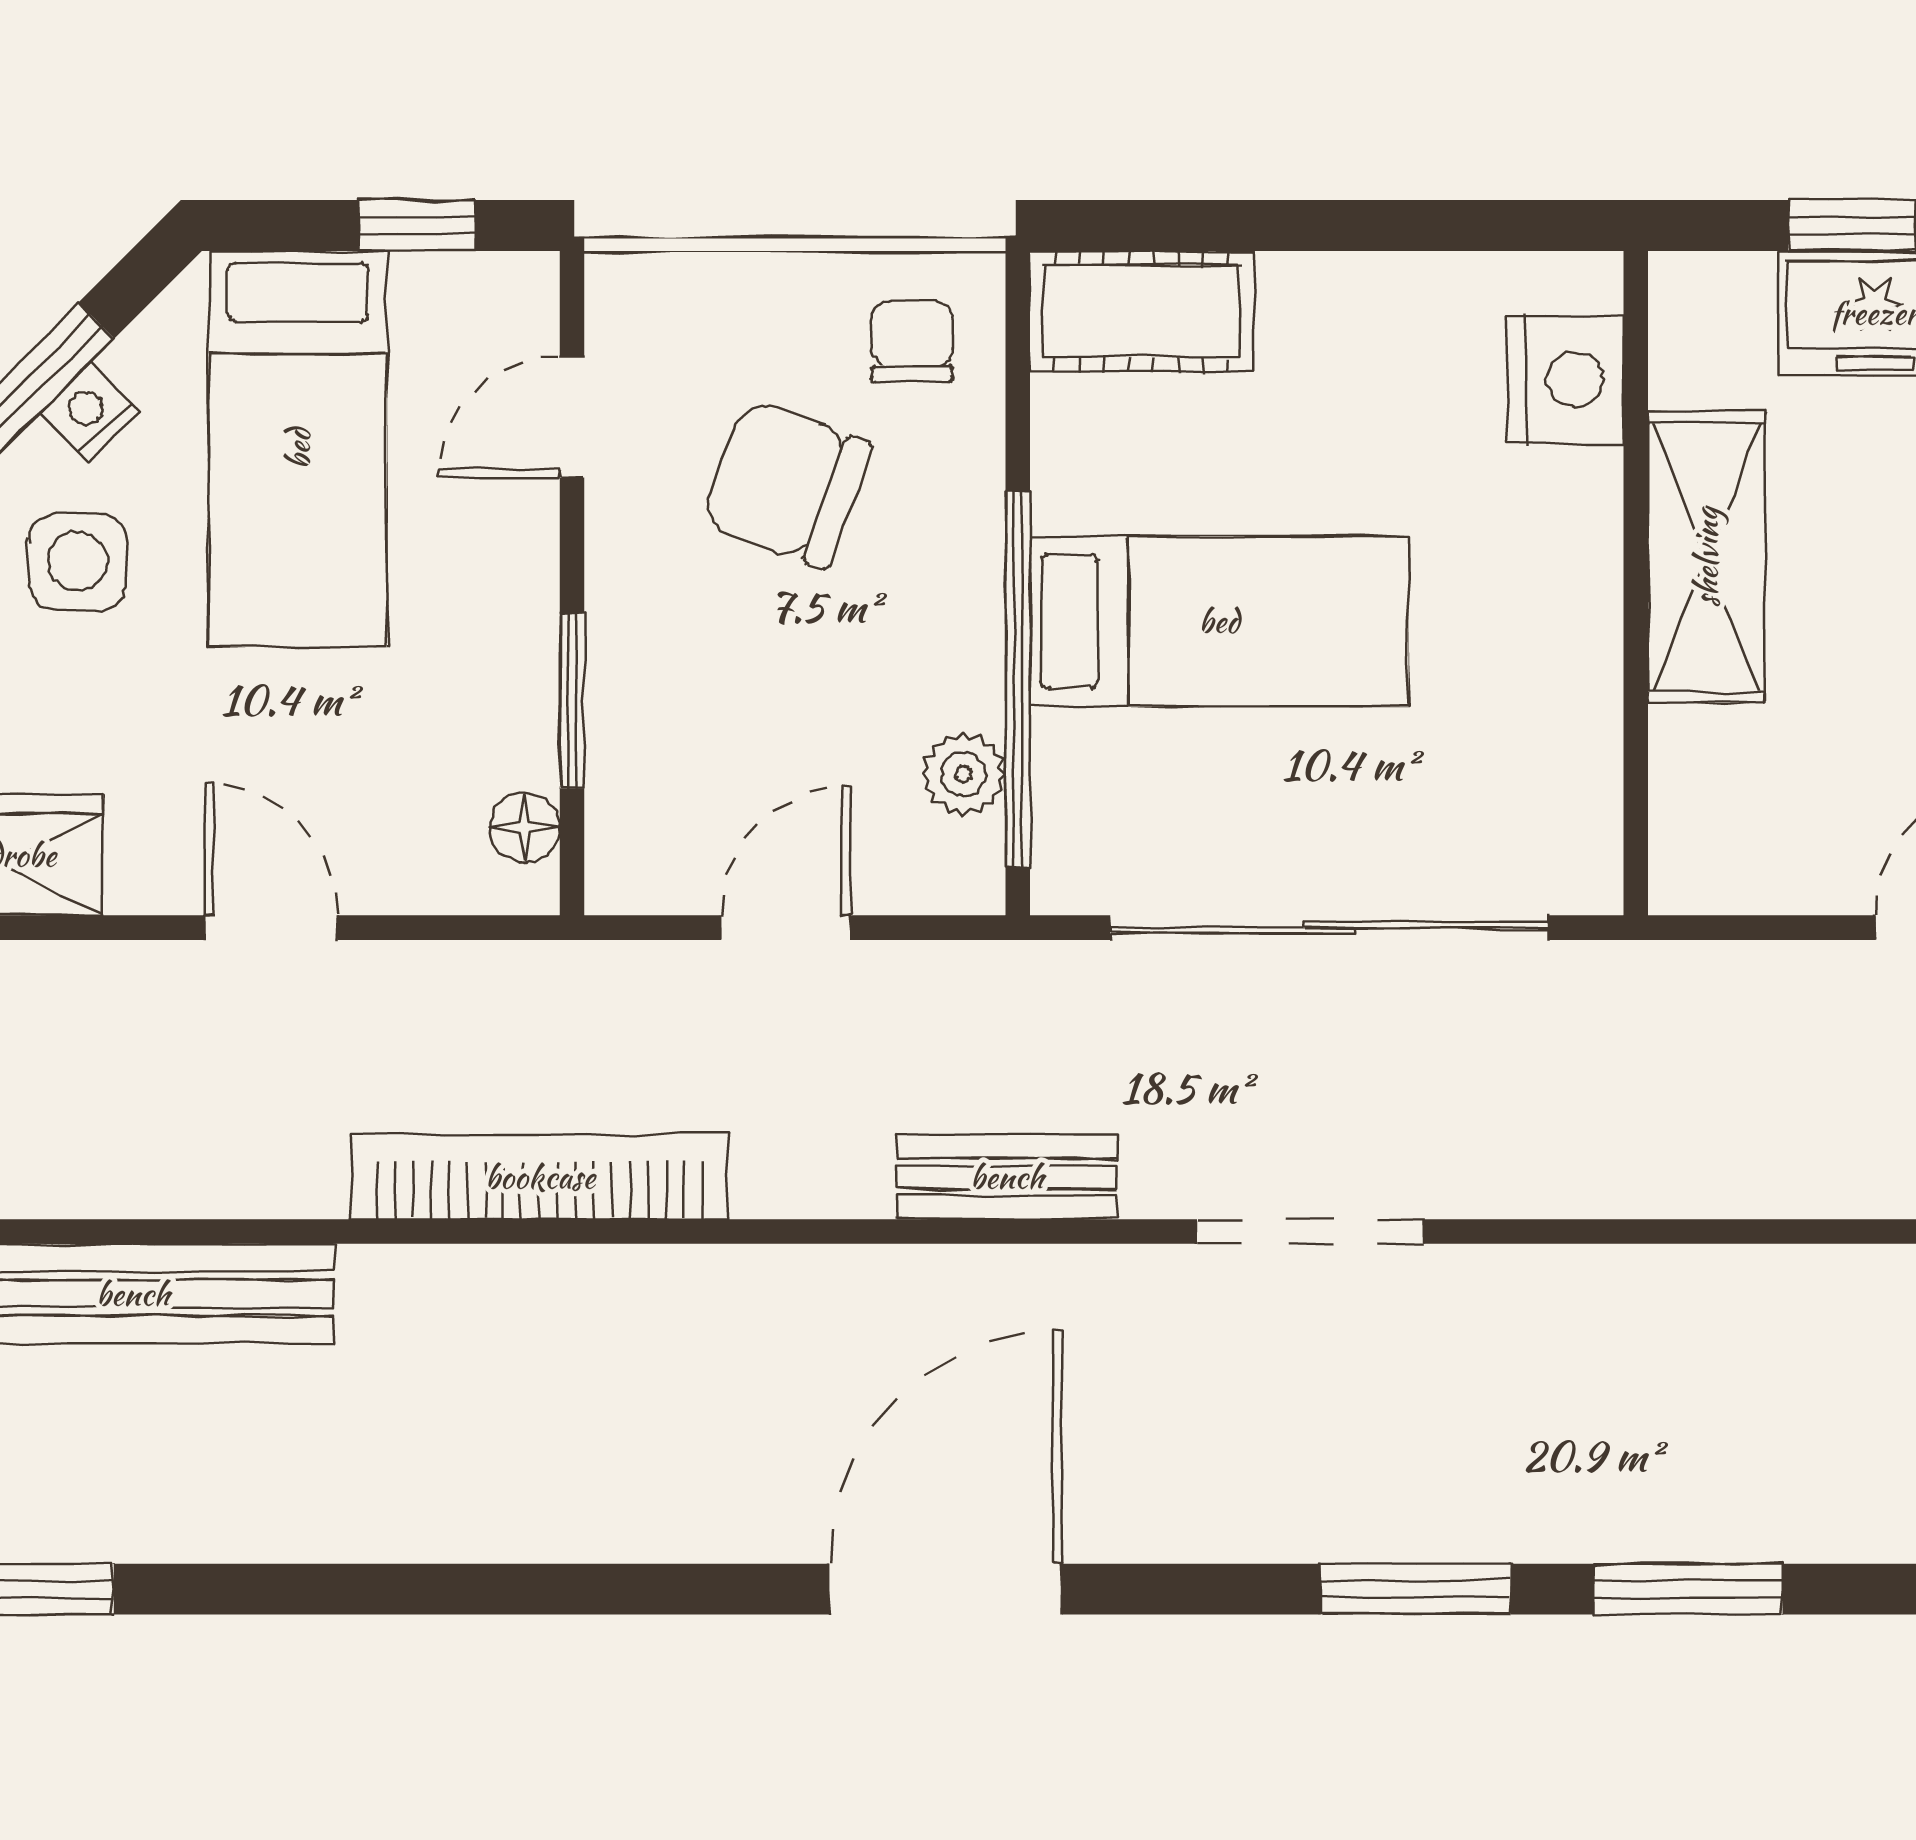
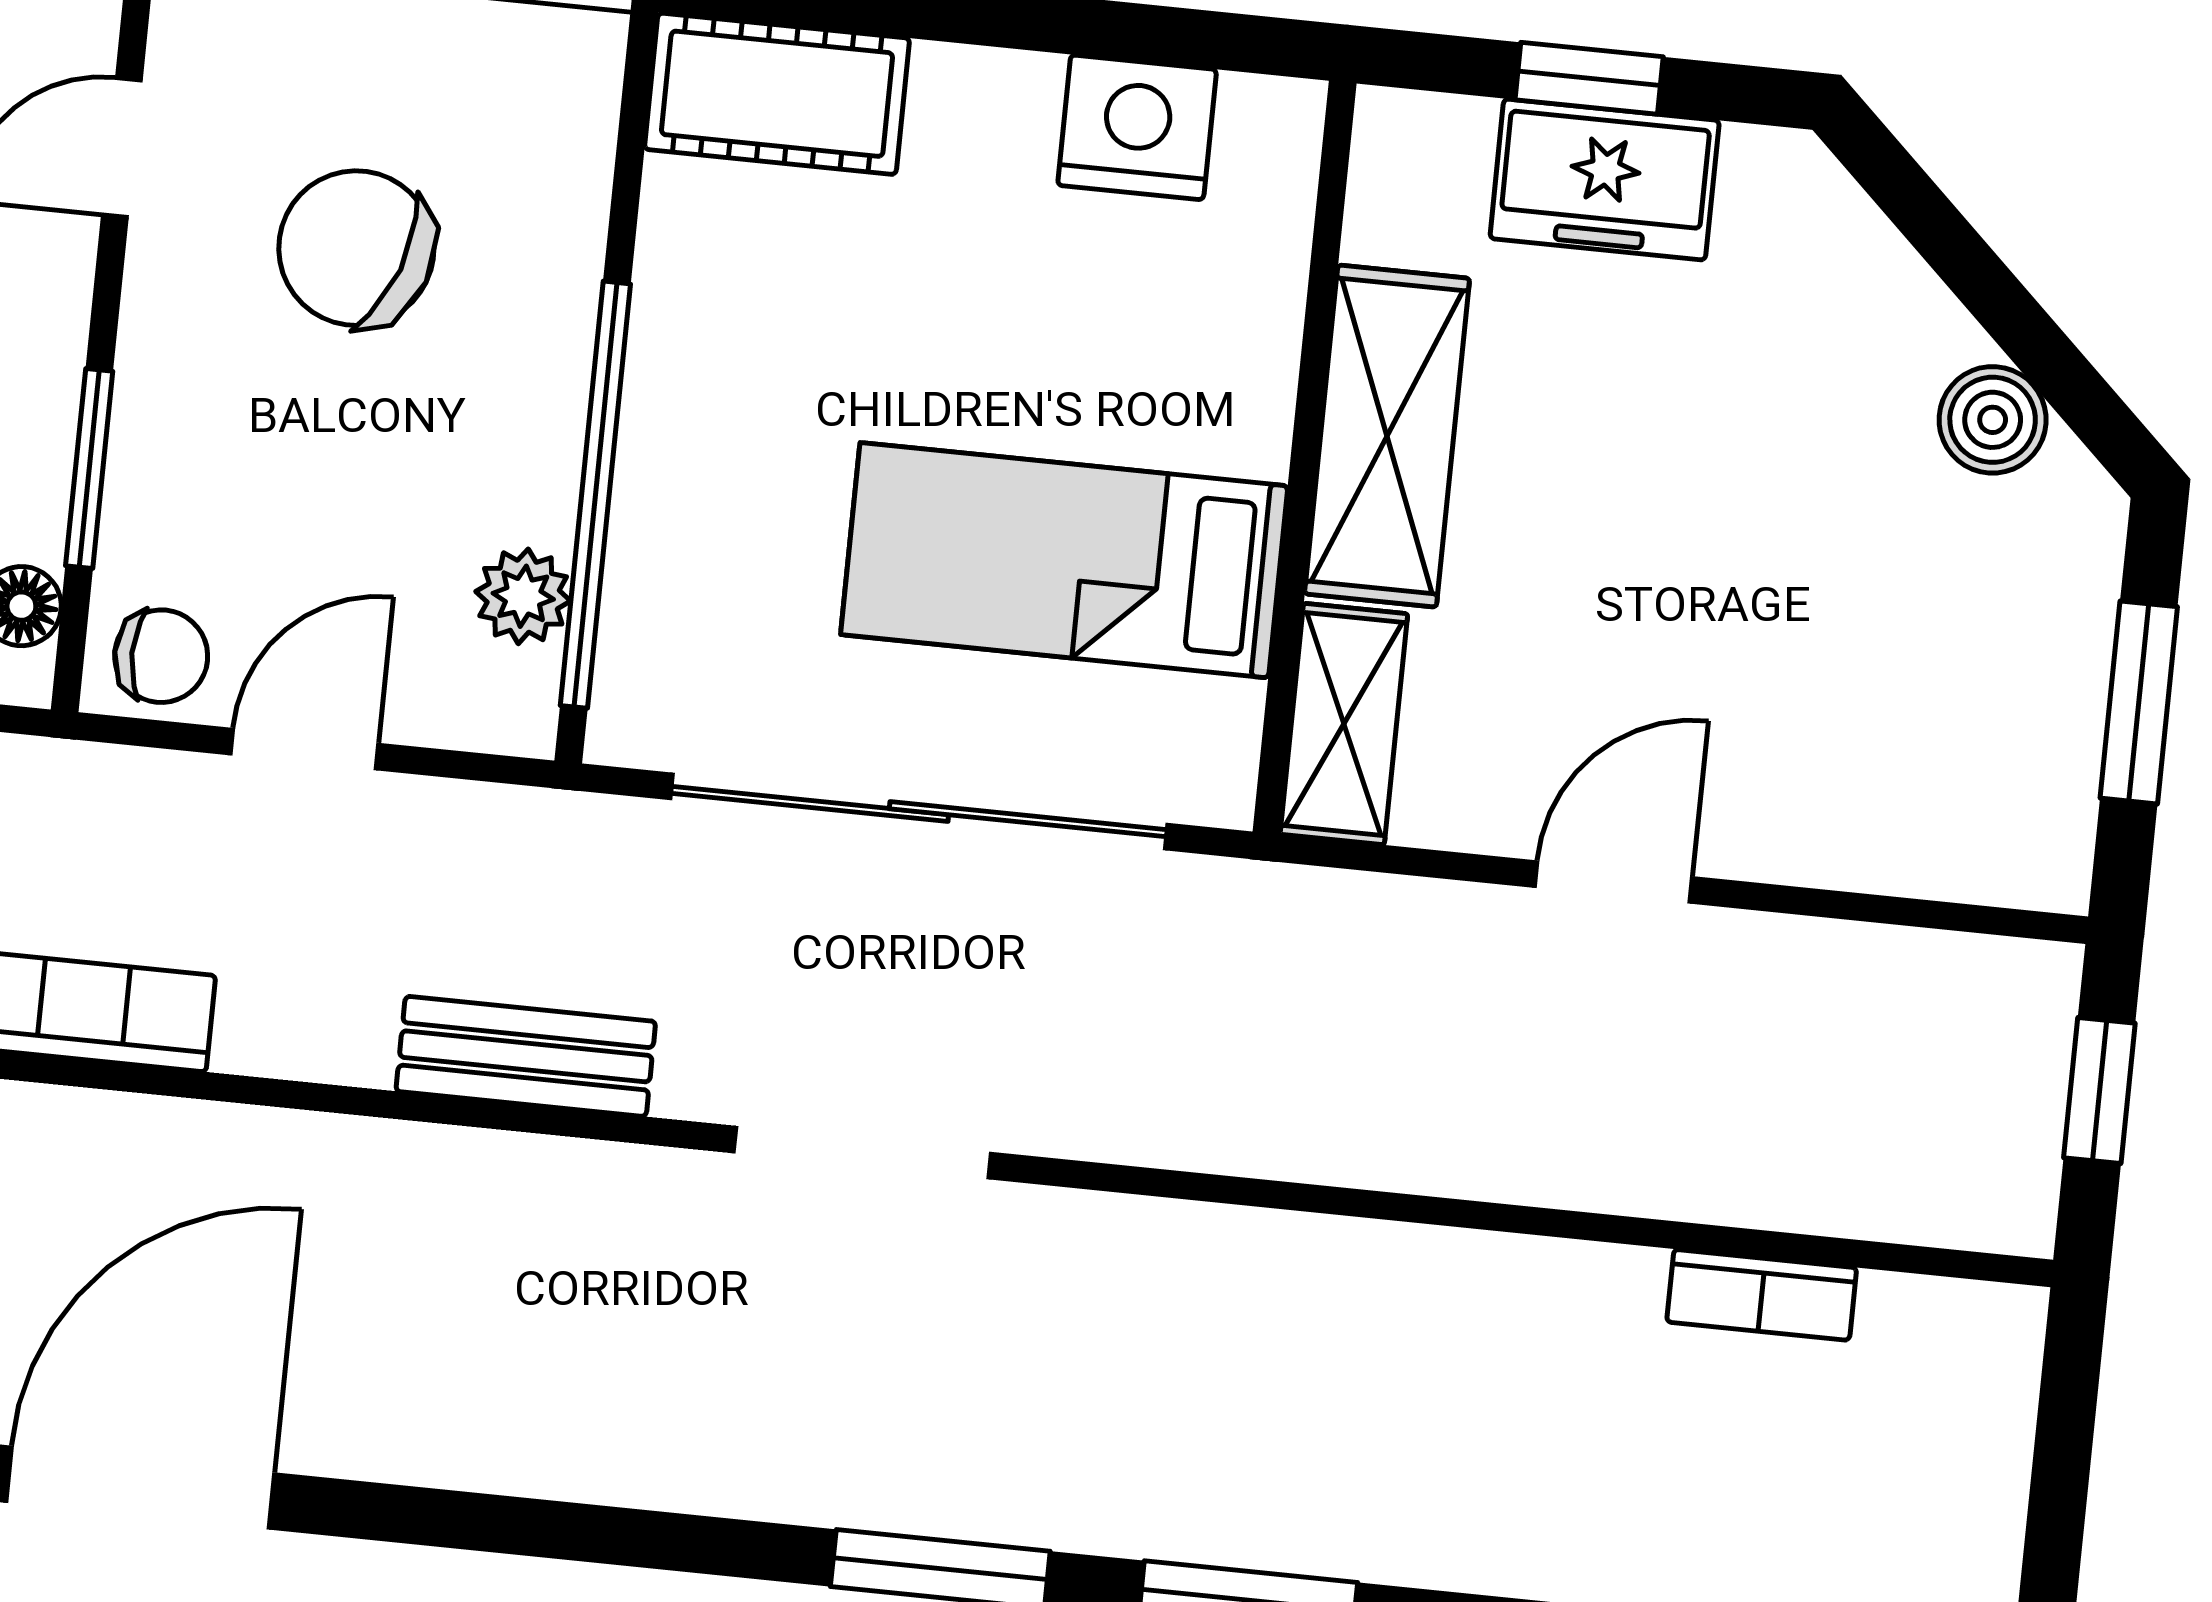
chair: (912, 341) -> (161, 656), moved, turned 90
nightstand: (1566, 380) -> (1137, 127), moved, turned -90
bed: (1219, 621) -> (1064, 560), moved, turned 180
shelving: (1694, 813) -> (1344, 724), added
door: (946, 1589) -> (140, 1488), moved

